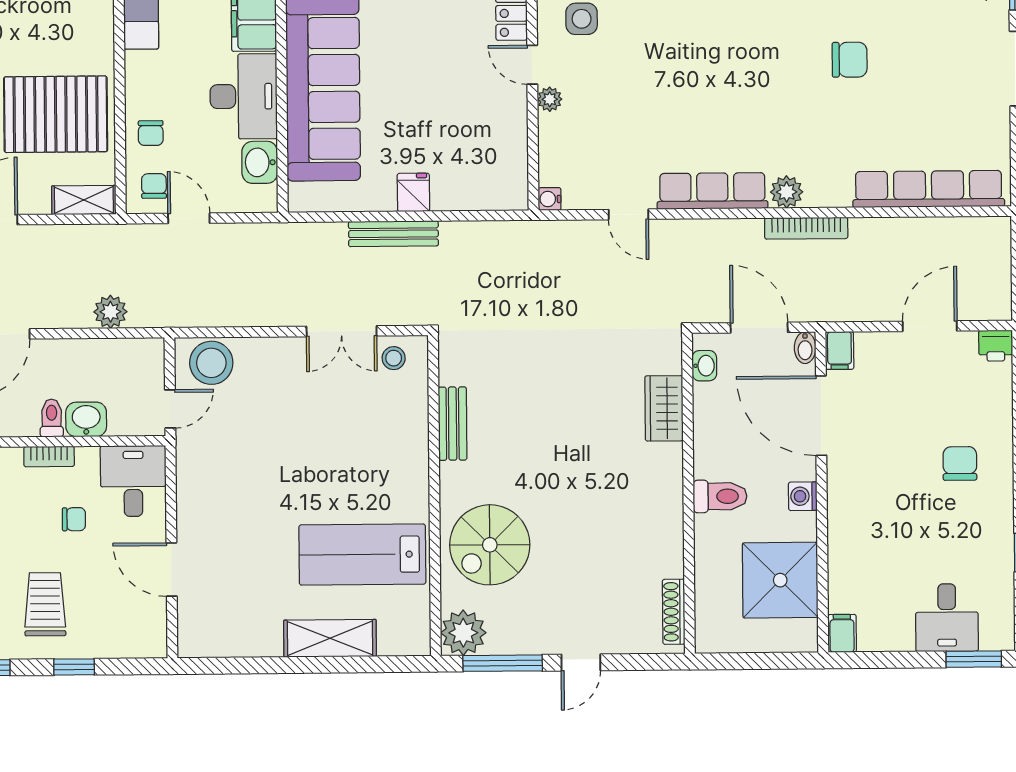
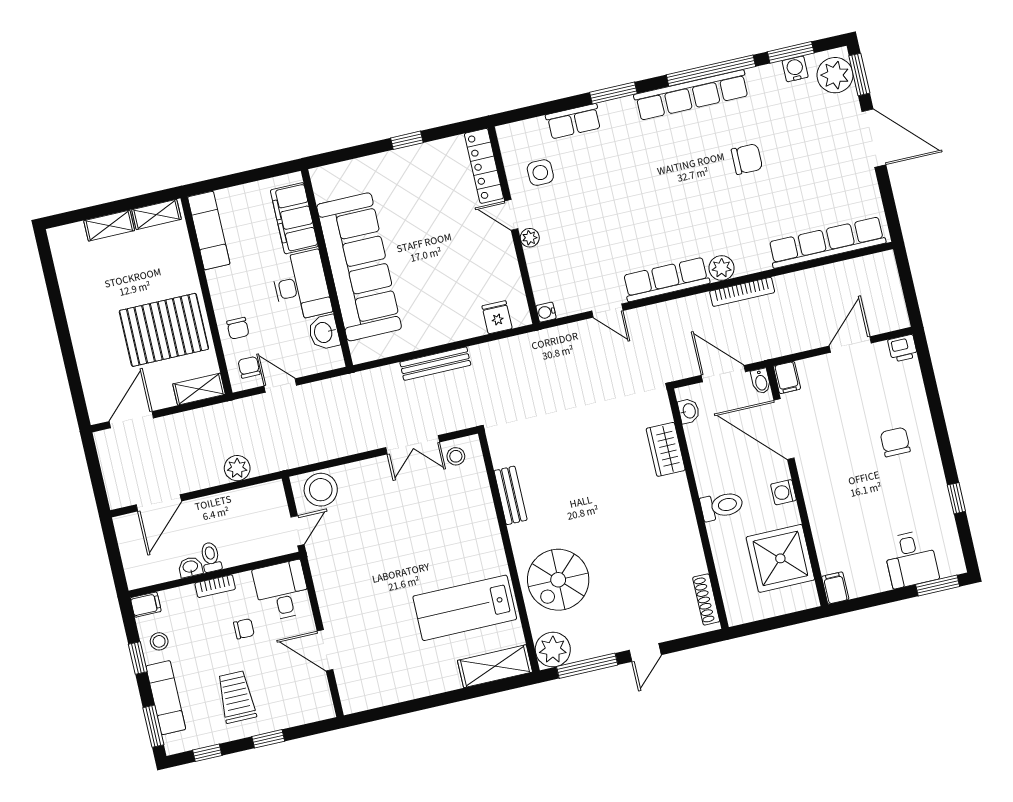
fridge: (413, 192) -> (497, 317), moved
washbasin: (86, 419) -> (190, 567), moved, width x0.72, depth x0.69
shelving: (330, 638) -> (495, 666), moved

